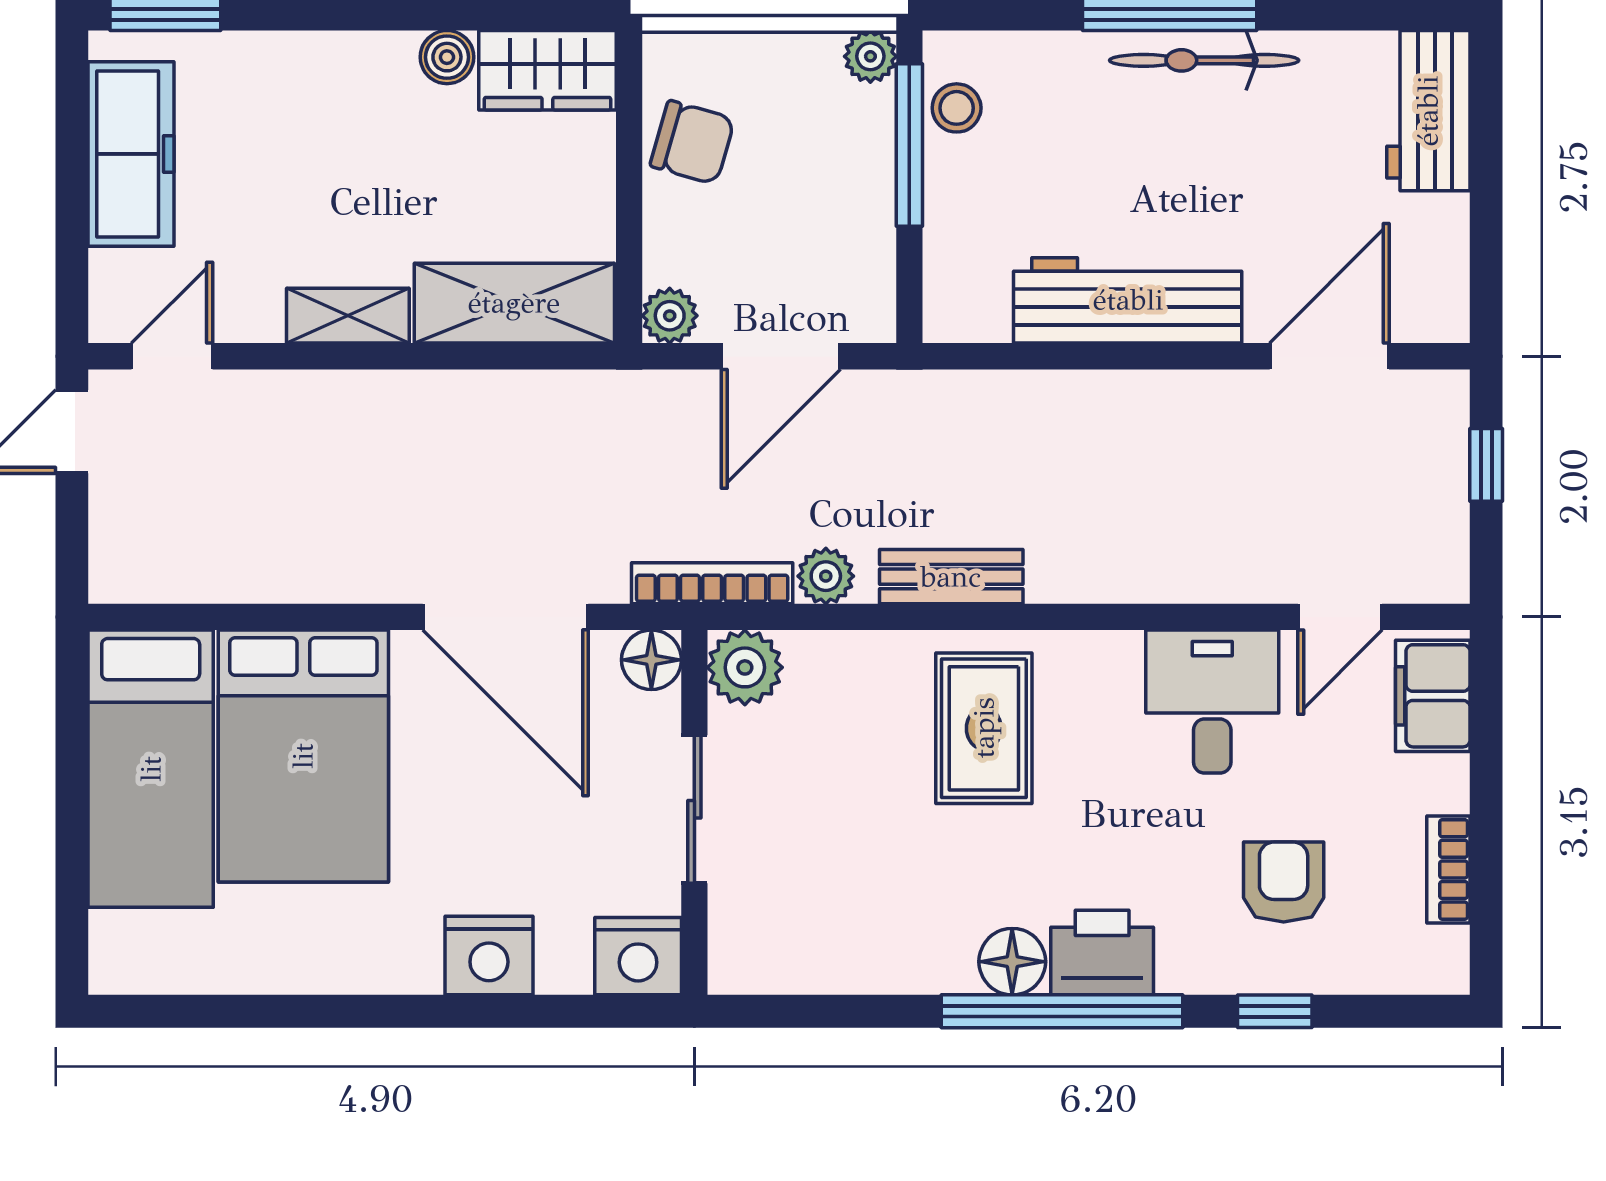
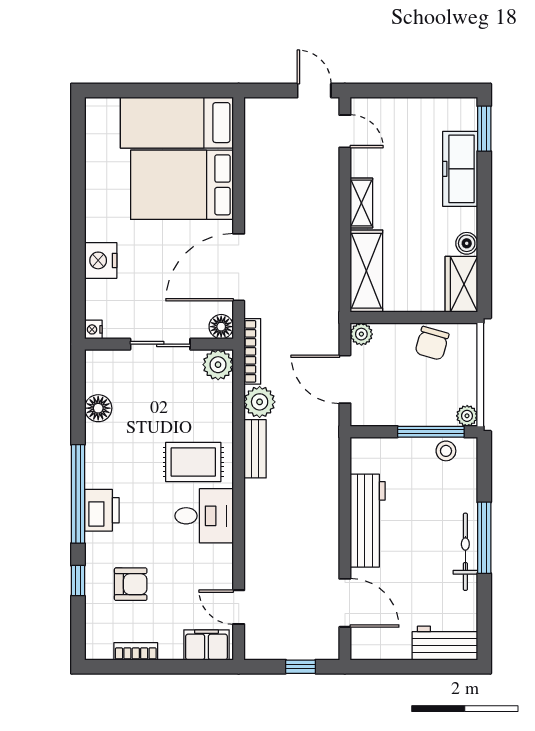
freezer: (131, 154) -> (460, 169), moved, turned 90
plant: (826, 576) -> (260, 402), width x1.38, depth x1.38
desk: (1212, 702) -> (204, 516), moved
nightstand: (638, 956) -> (93, 329), width x0.53, depth x0.56
floor lamp: (1012, 962) -> (98, 408), moved

